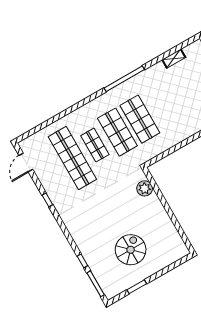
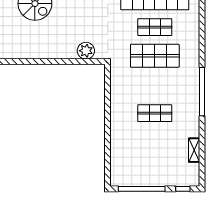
shop shelf: (140, 119) -> (155, 113), moved, width x0.70, depth x0.74

